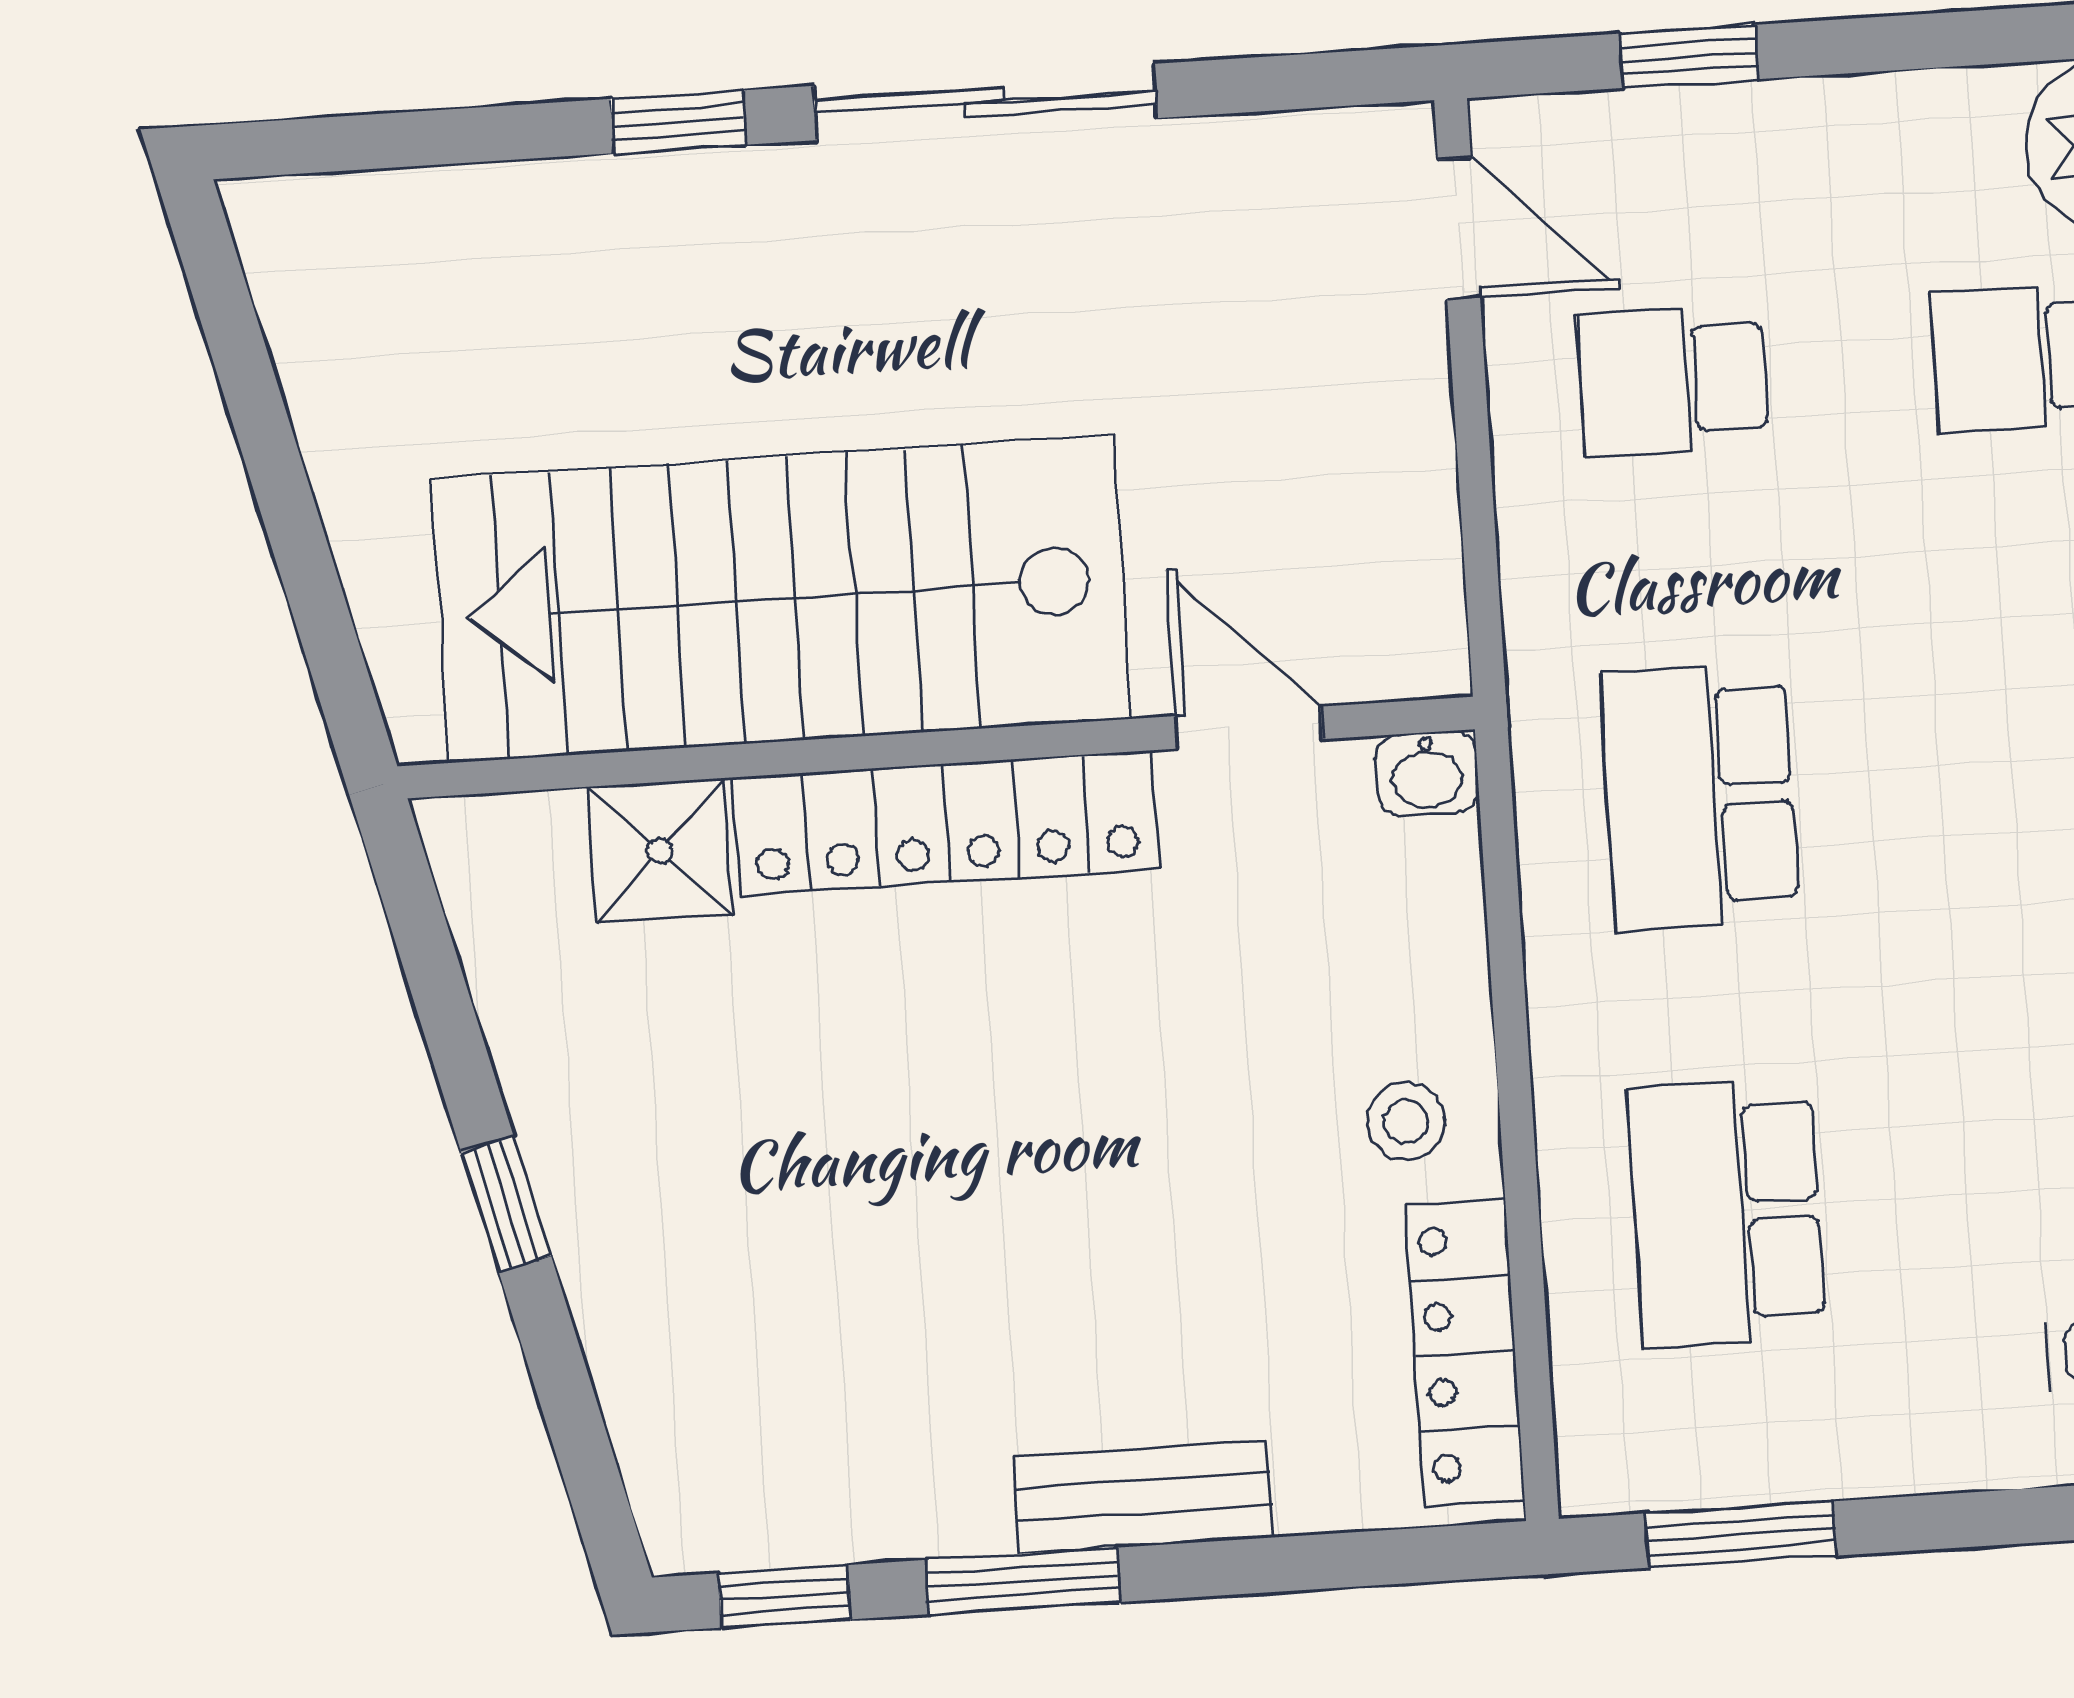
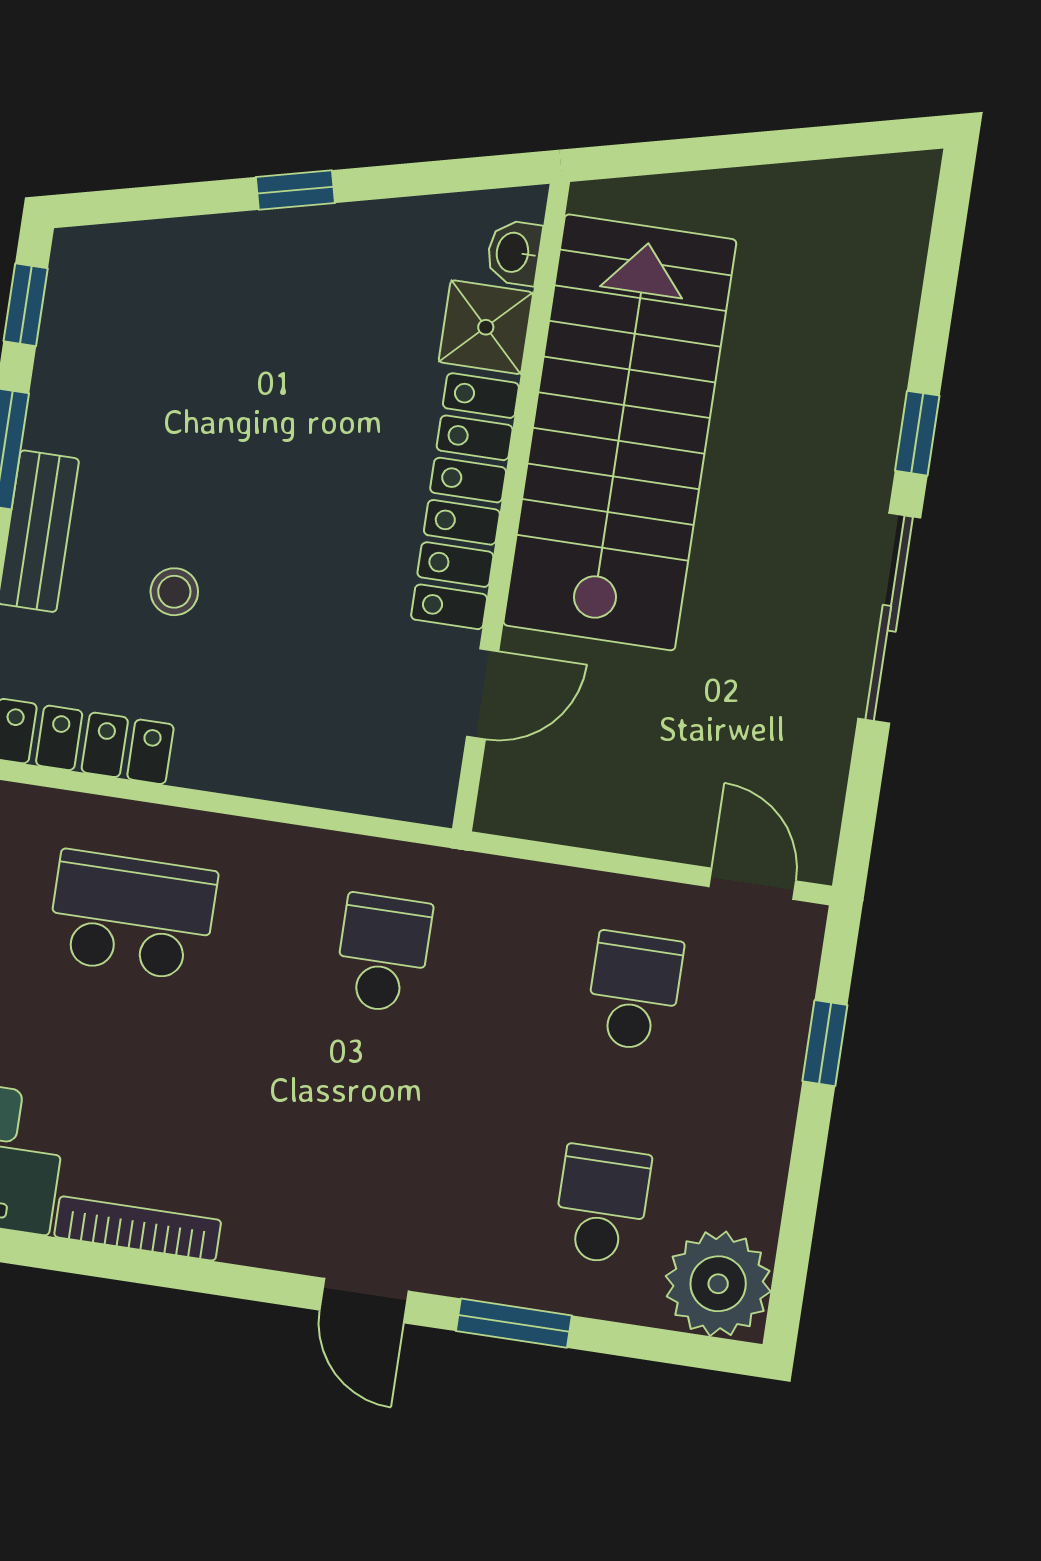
door: (1459, 229) -> (752, 884), swing flipped
washbasin: (1427, 774) -> (514, 253), moved
school desk: (1700, 796) -> (383, 953), width x0.54
stool: (1406, 1121) -> (174, 592), moved

